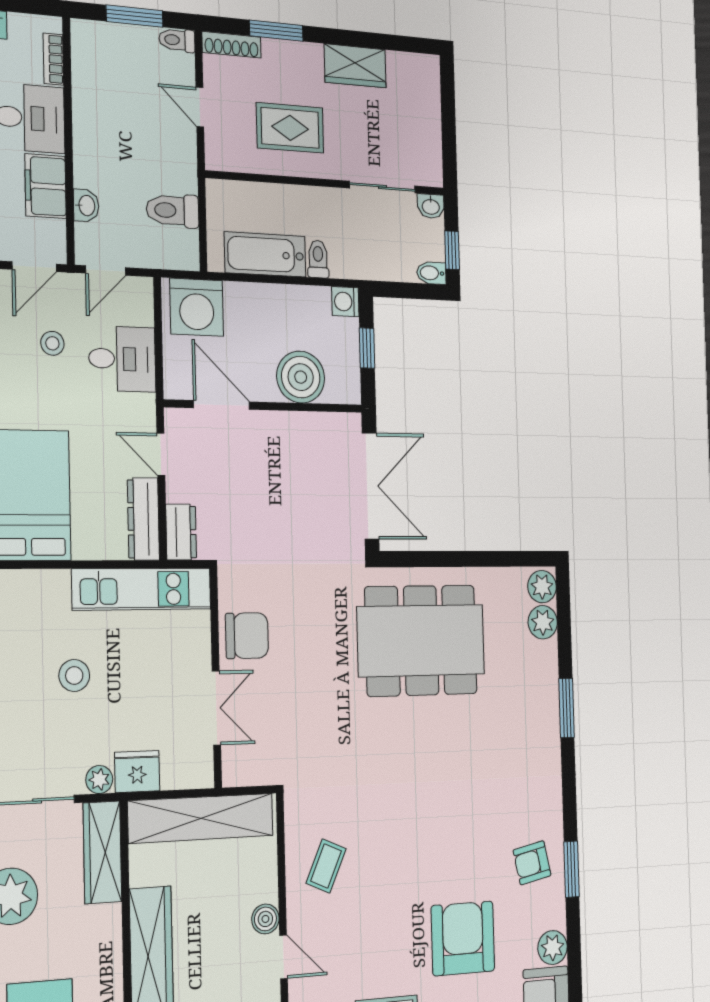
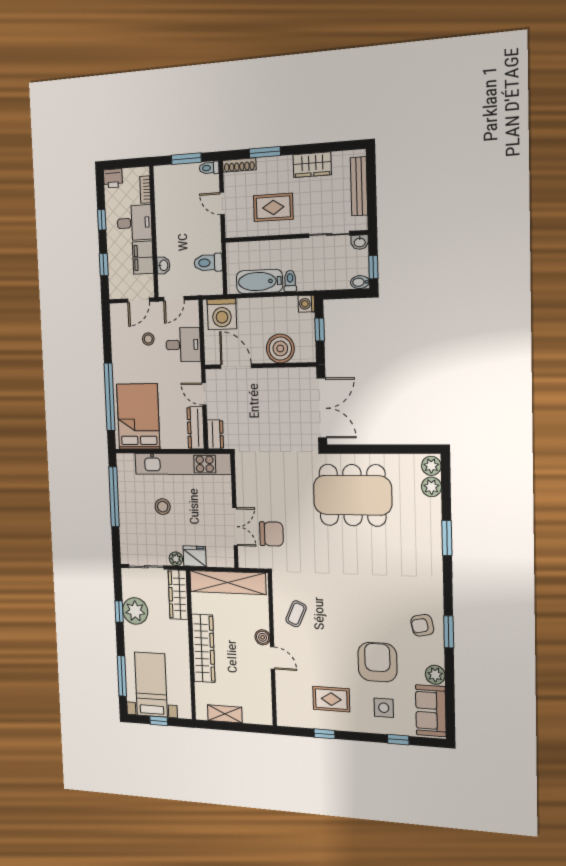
bench: (429, 114) -> (359, 186), added
kitchen unit: (142, 589) -> (183, 464), width x1.36
chair: (247, 636) -> (271, 534), moved

